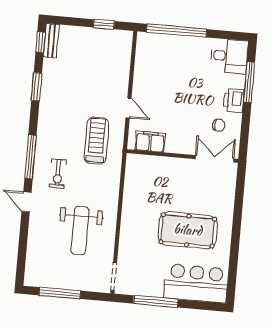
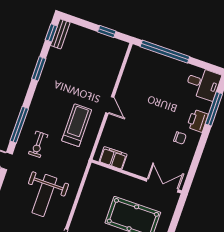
filing cabinet: (150, 142) -> (113, 158), moved
wall: (182, 156) -> (137, 176), moved
double door: (214, 159) -> (162, 185), moved

